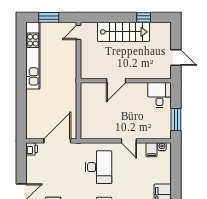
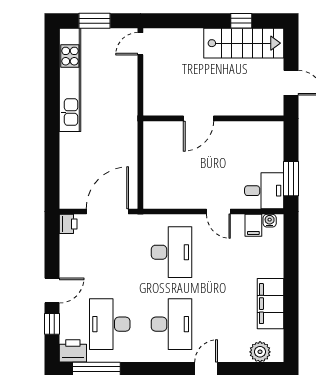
stairs: (124, 32) -> (244, 43), moved
desk: (159, 95) -> (264, 191), moved, turned 90

